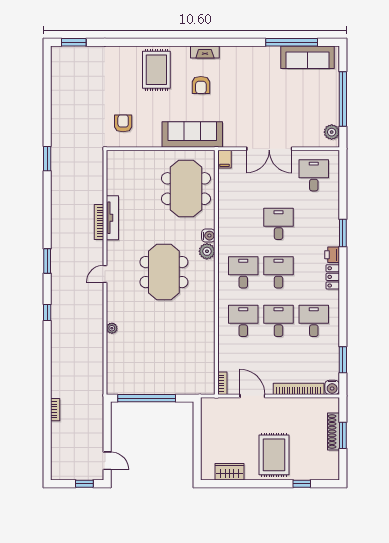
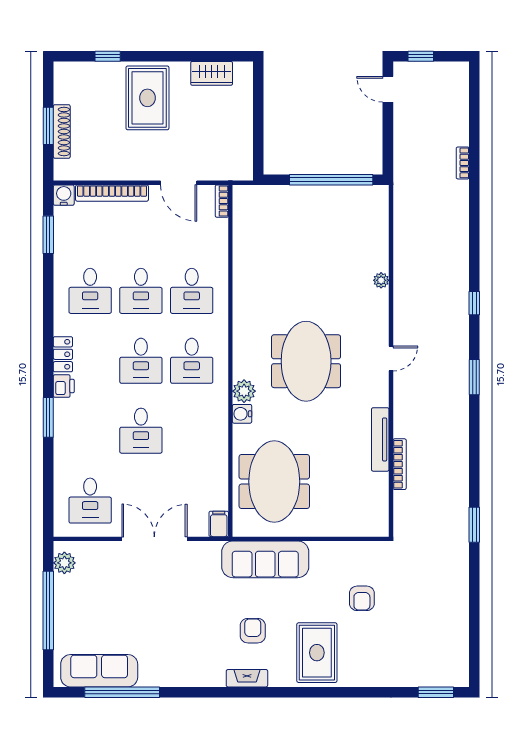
armchair: (123, 123) -> (362, 598), moved
bookcase: (99, 222) -> (400, 464), moved

